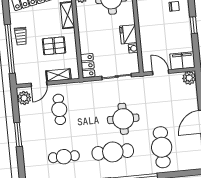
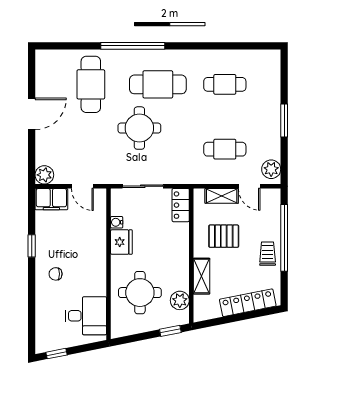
door: (39, 84) -> (249, 186), swing flipped
cafe table: (59, 109) -> (225, 149), turned 90

